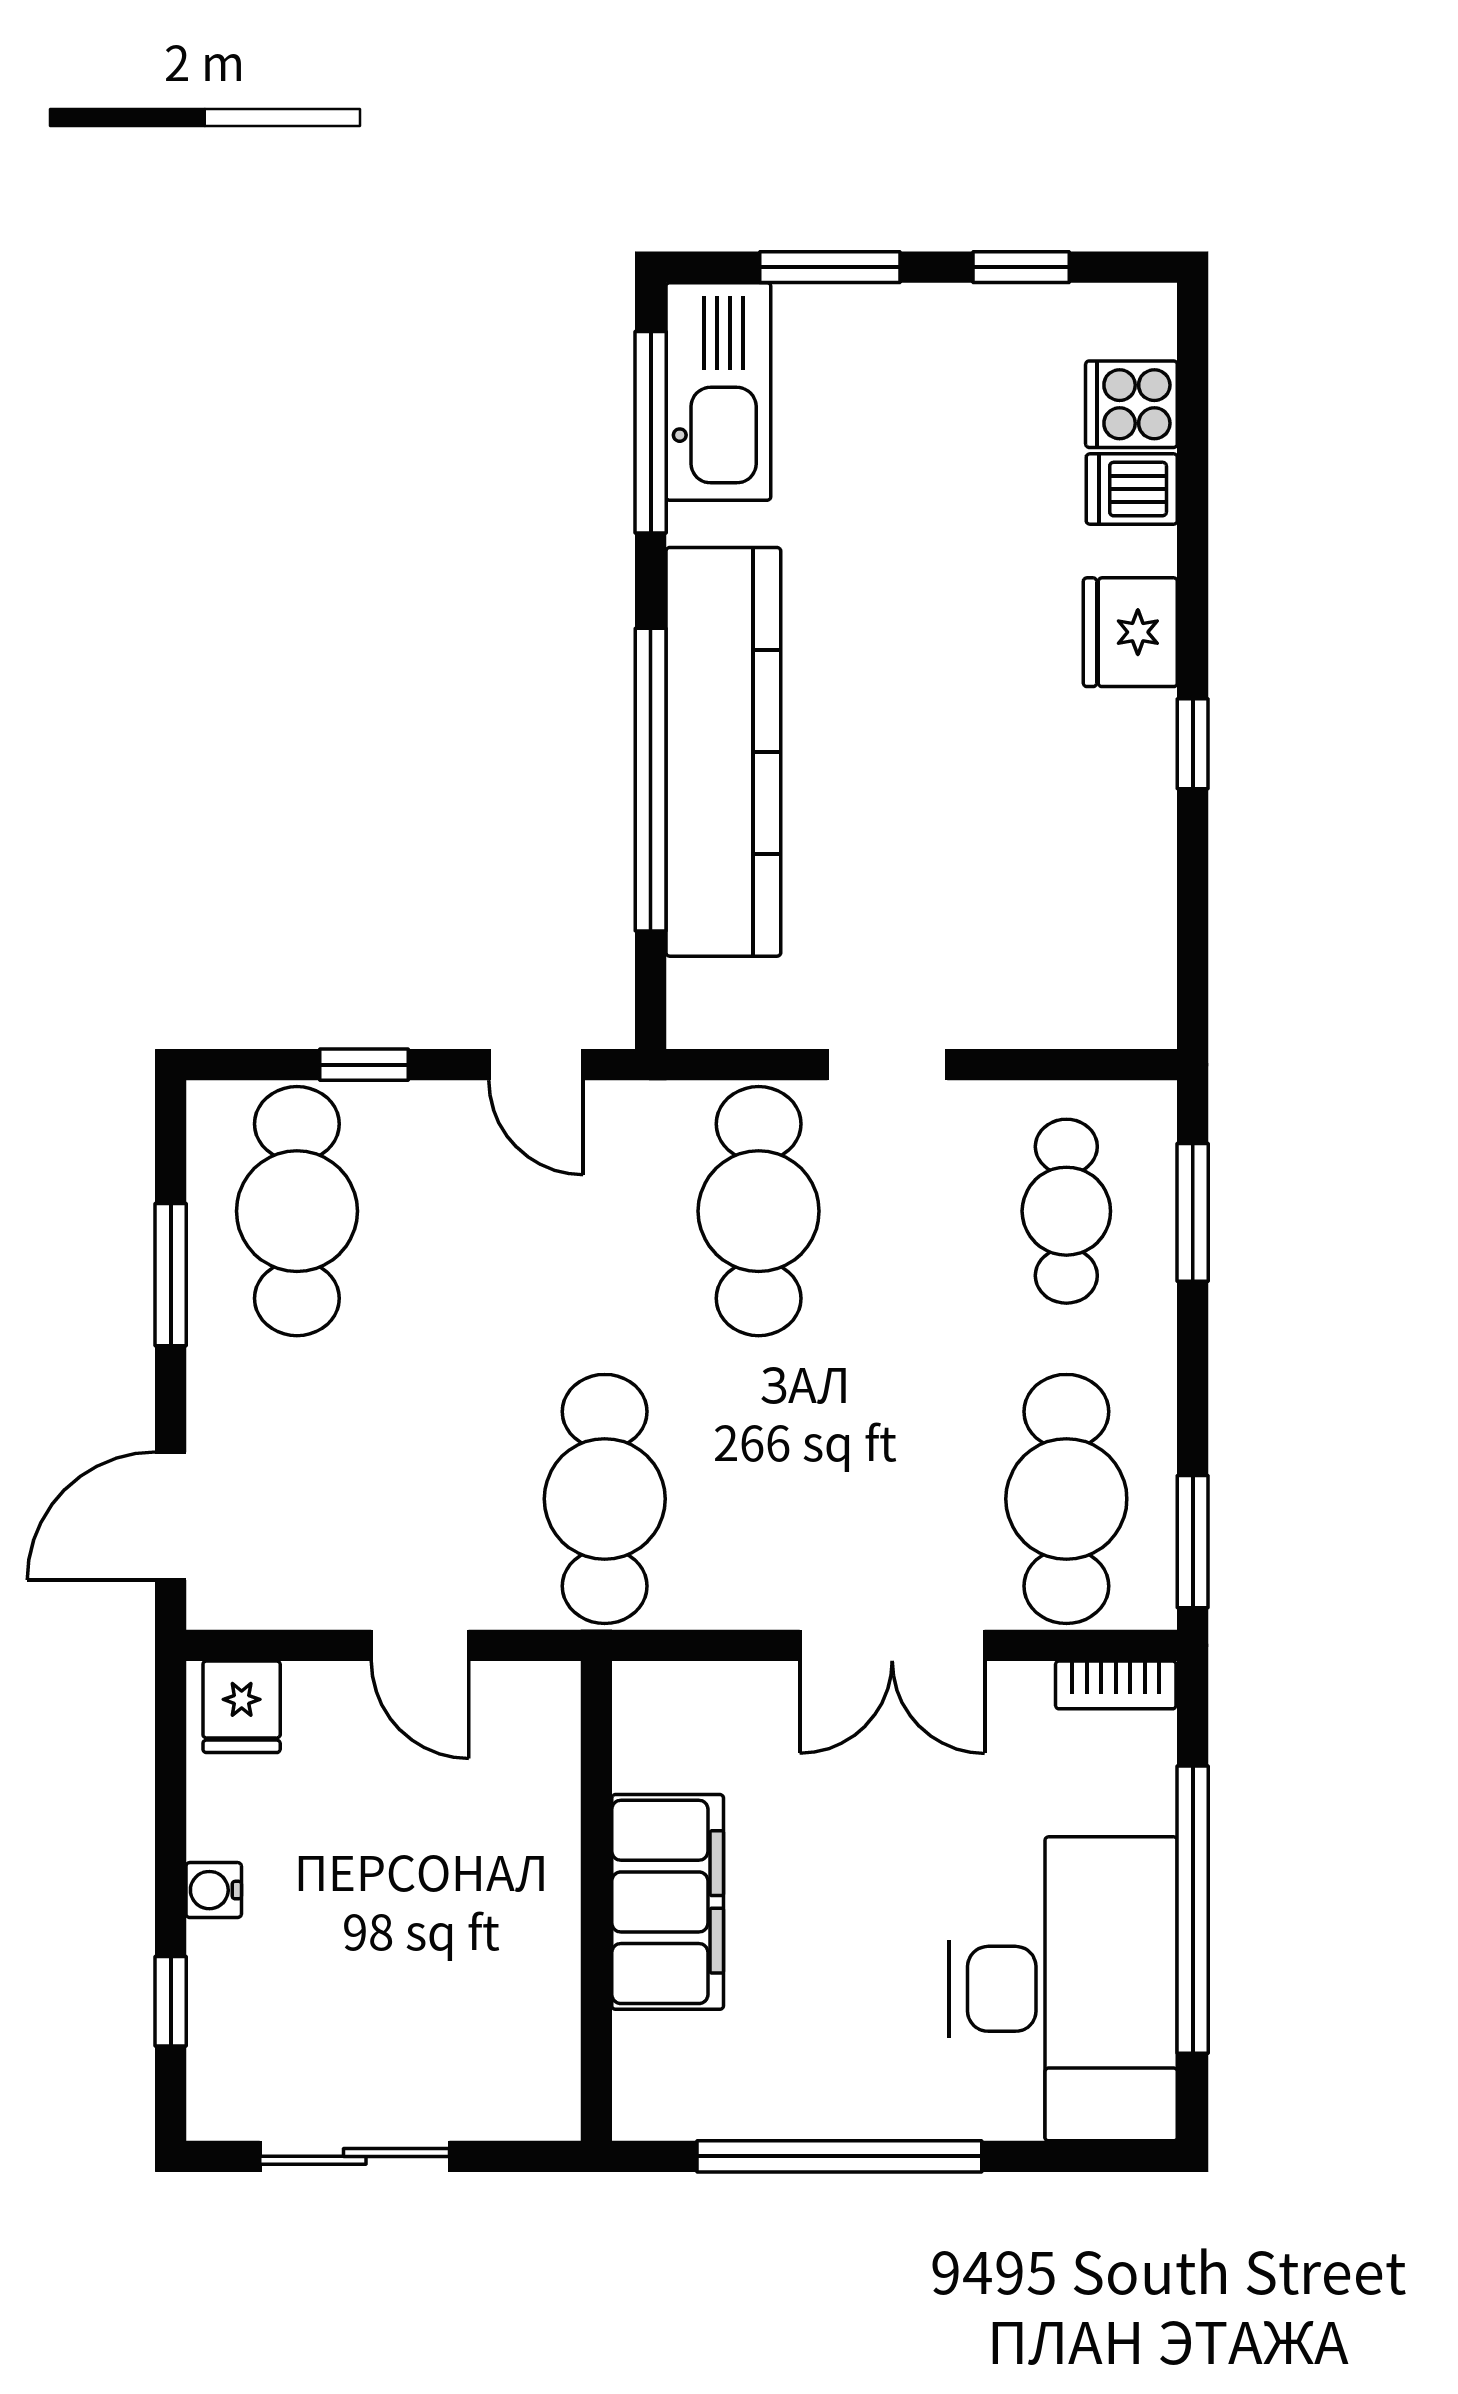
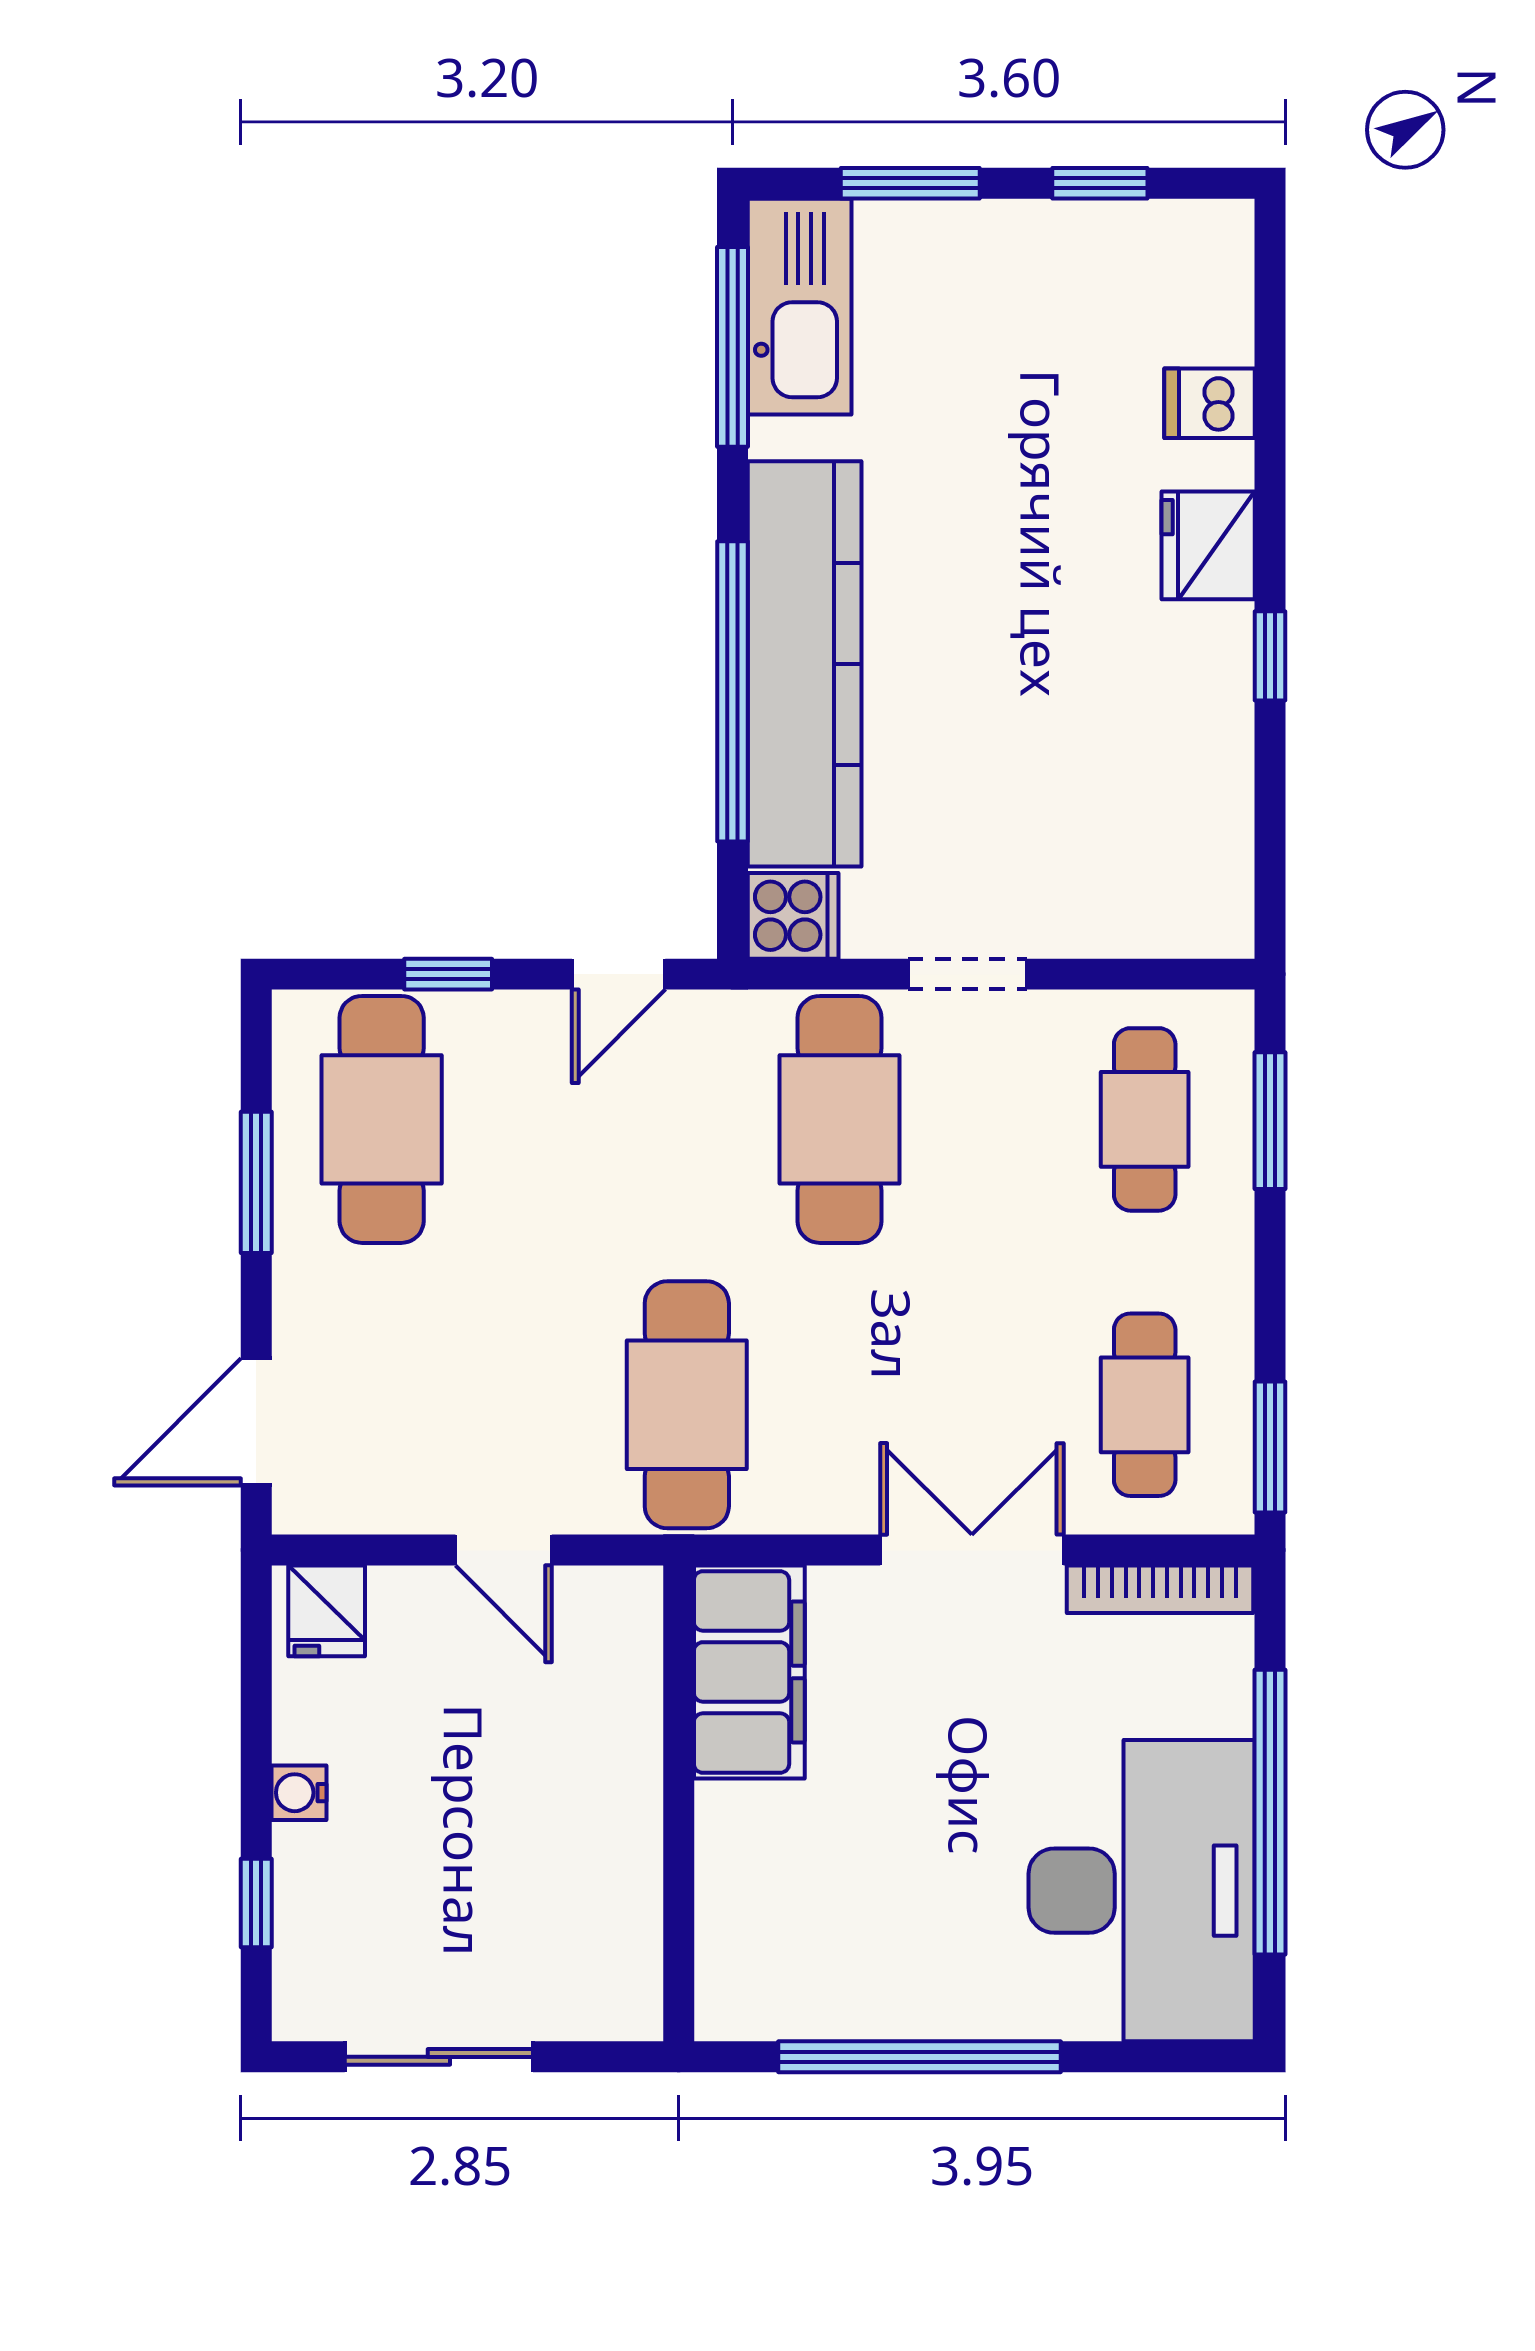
cooker: (1131, 404) -> (793, 916), moved, turned 180
door: (536, 1065) -> (619, 974), hinge flipped
cafe table: (1066, 1499) -> (1145, 1405), width x0.73, depth x0.74
double door: (892, 1645) -> (972, 1550), swing flipped
bookcase: (1116, 1685) -> (1160, 1589), width x1.56
filing cabinet: (668, 1902) -> (749, 1672), moved

